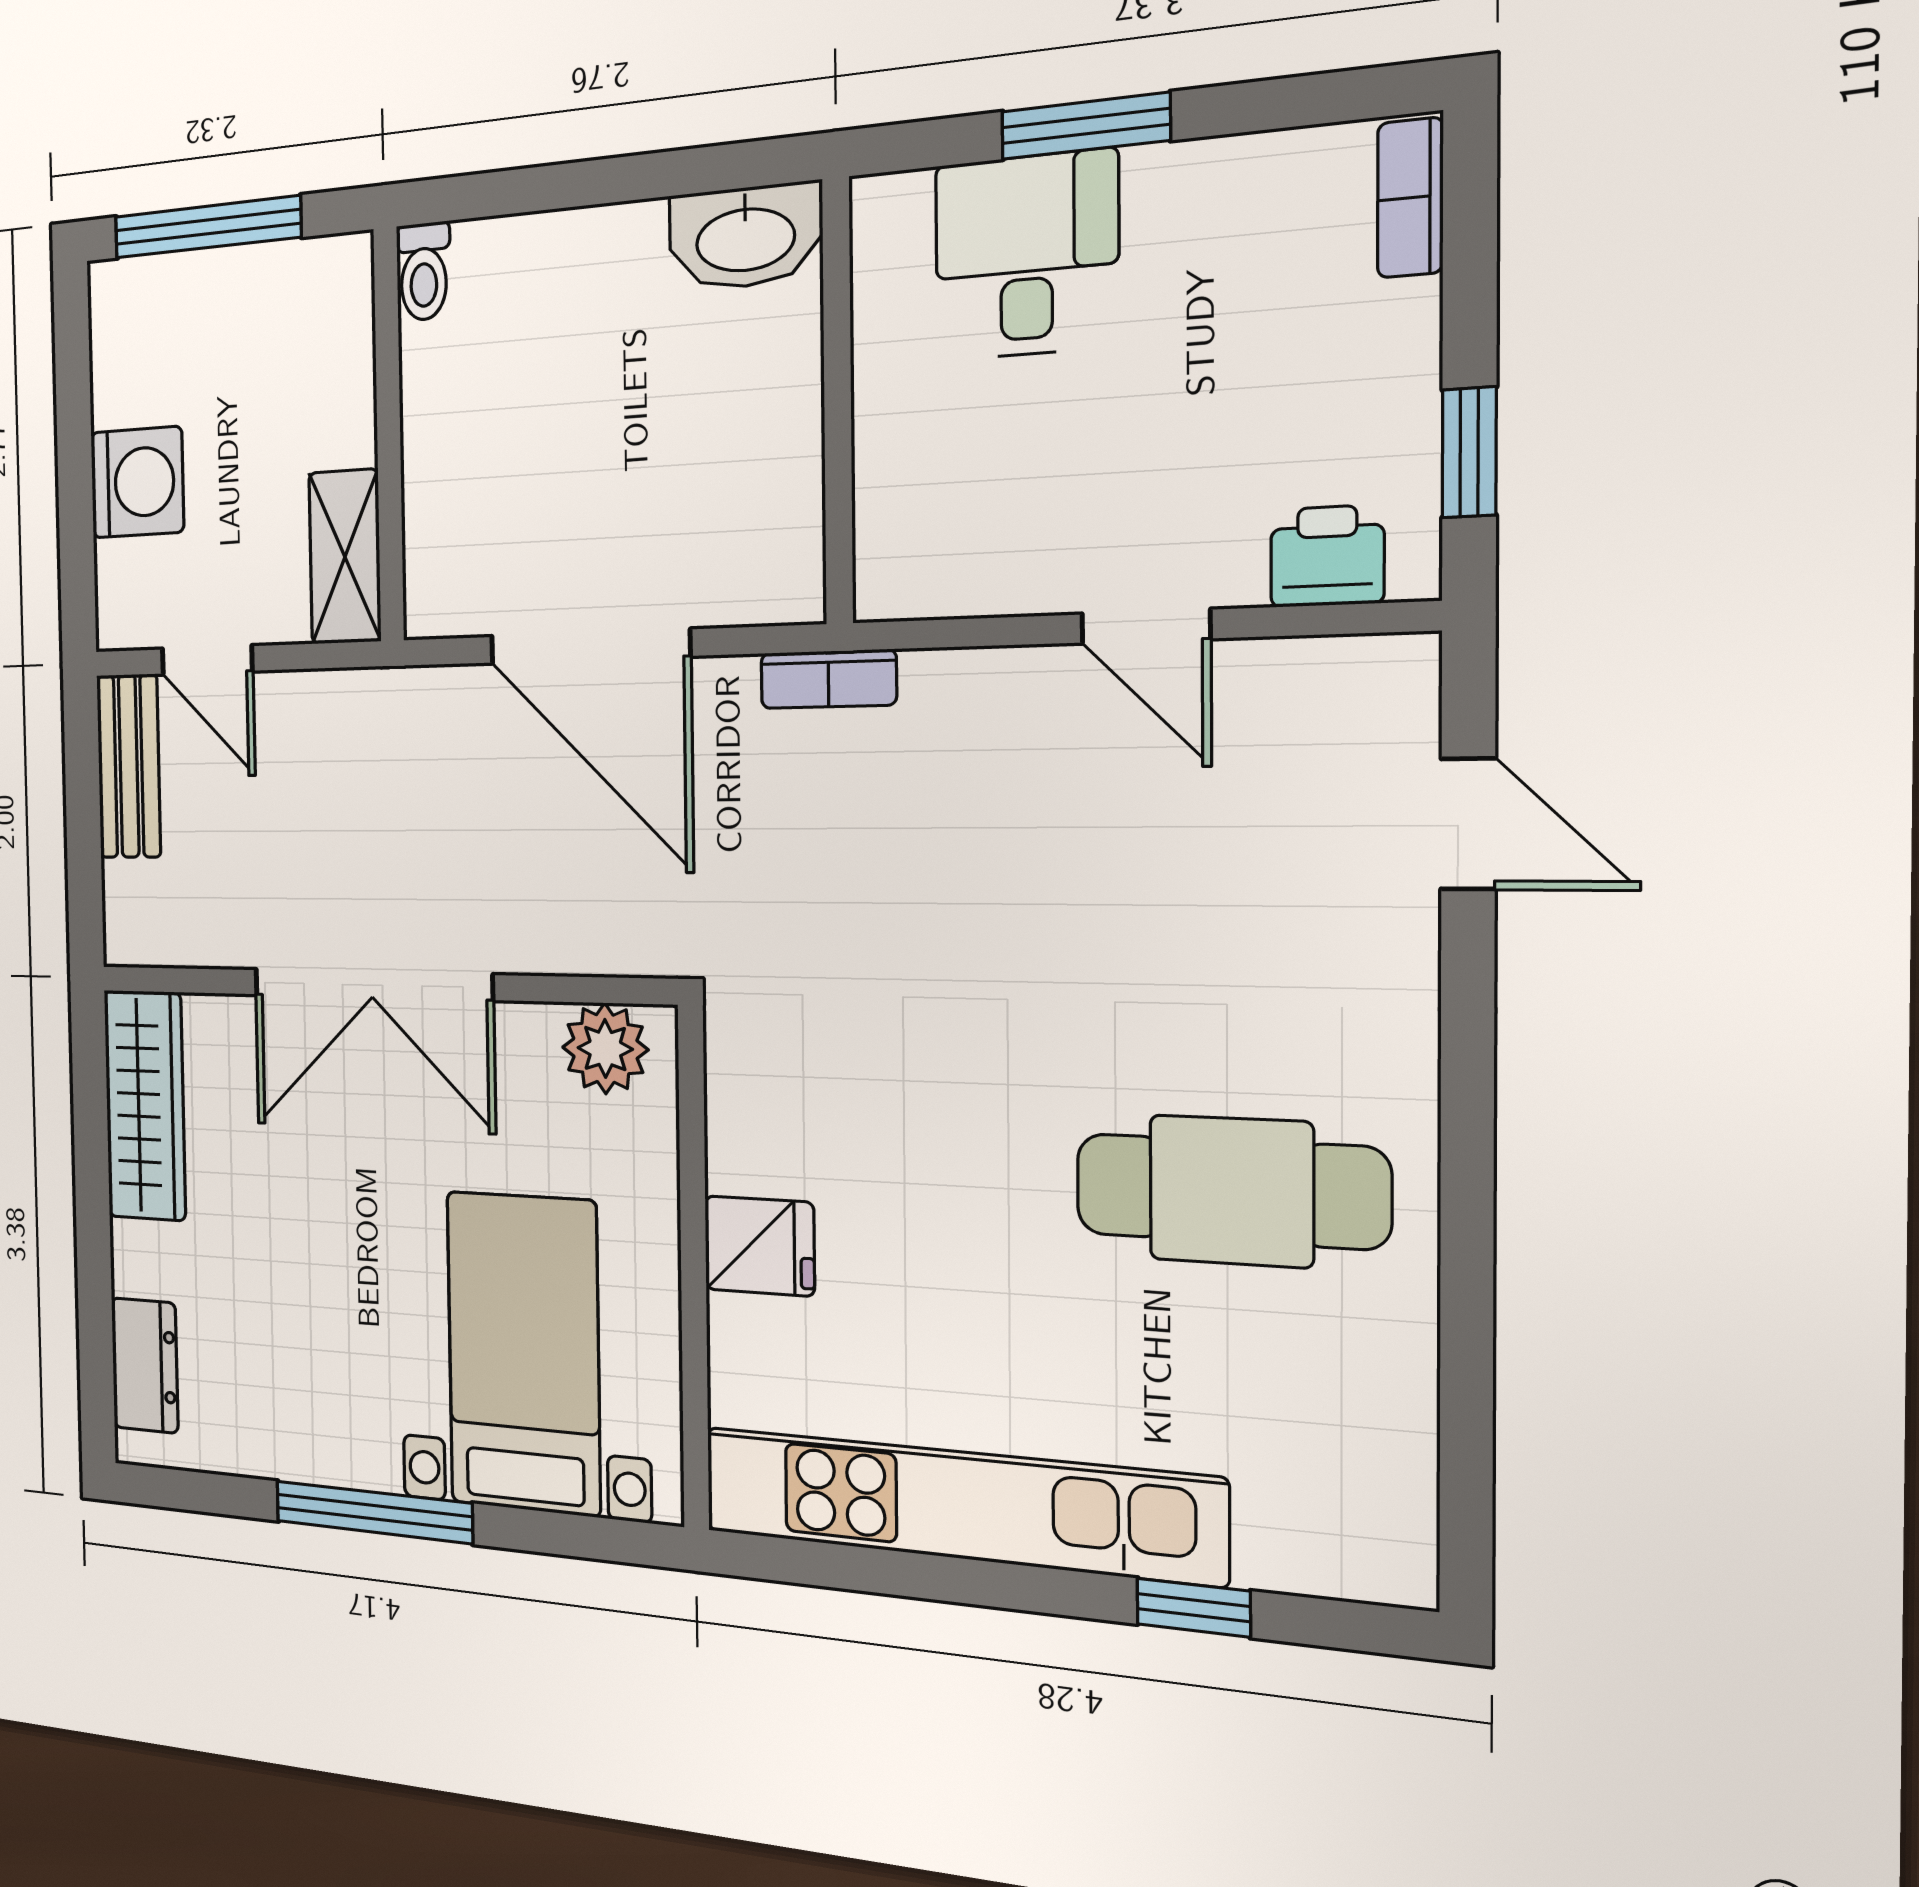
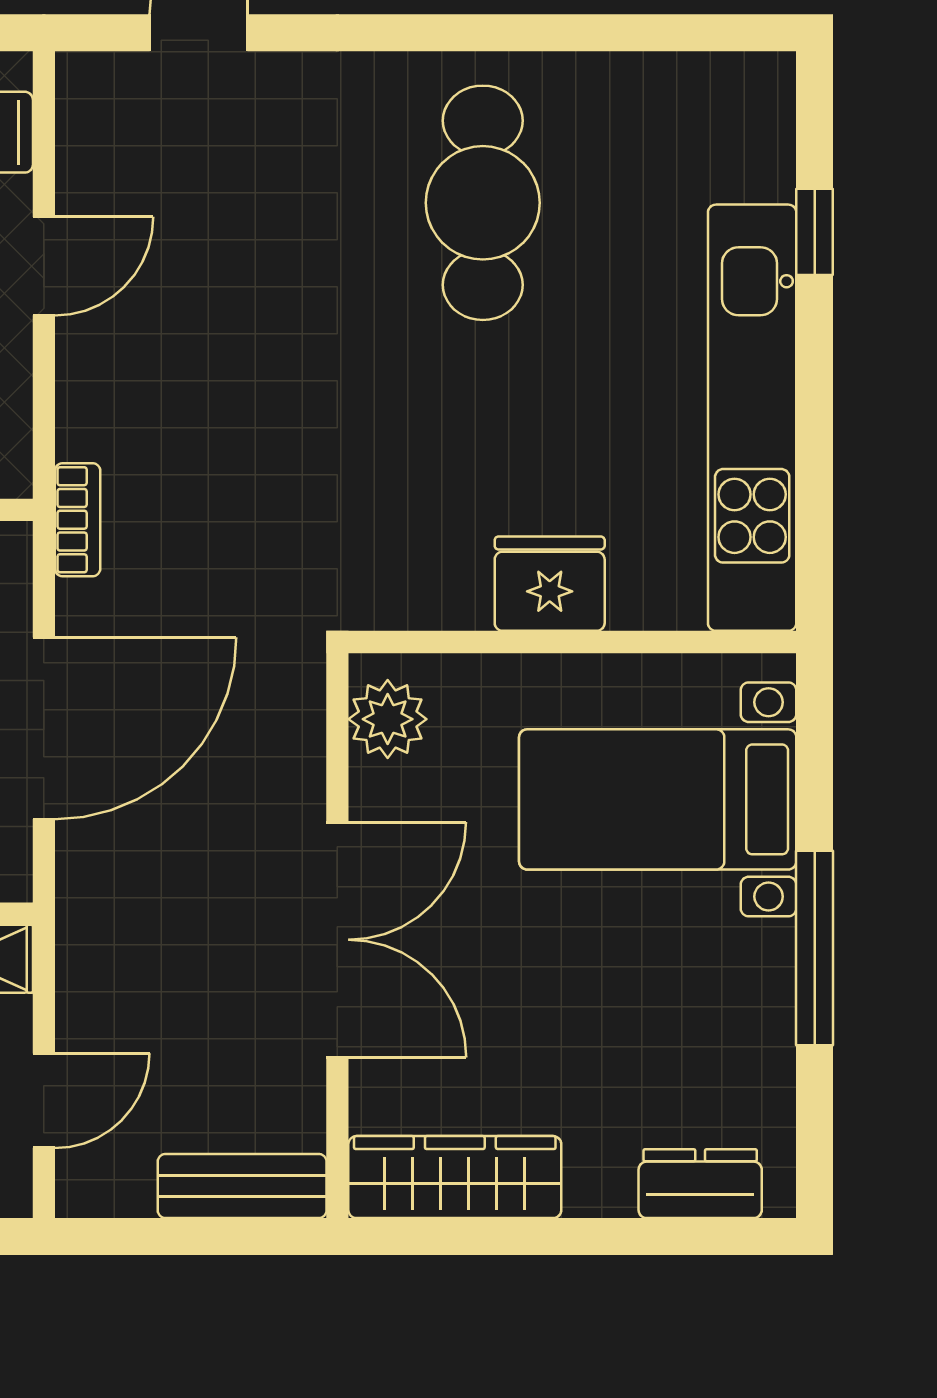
bench: (129, 766) -> (242, 1186), moved
fridge: (759, 1246) -> (550, 584), width x1.38

